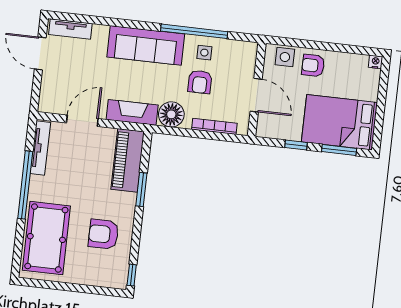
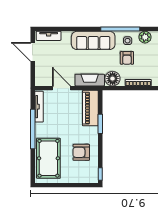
plant: (235, 50) -> (145, 37), added
door: (82, 121) -> (61, 88), hinge flipped

